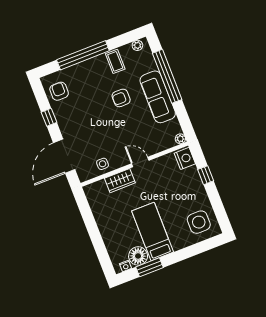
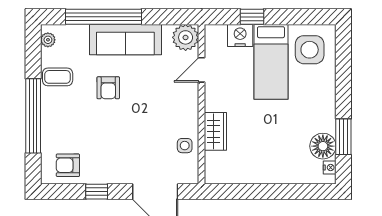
plant: (180, 139) -> (186, 37), width x1.88, depth x1.88
nightstand: (185, 158) -> (240, 35), moved
door: (140, 162) -> (201, 70), moved
bed: (153, 232) -> (271, 62), moved, turned -90

